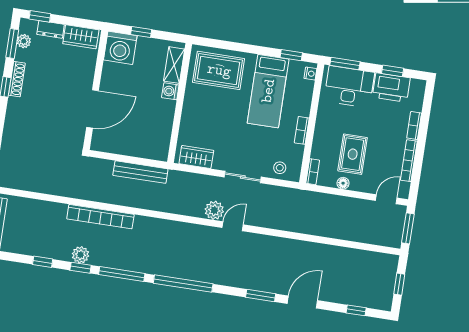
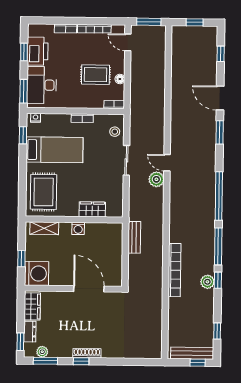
shoe rack: (17, 79) -> (87, 353), moved
washing machine: (170, 91) -> (78, 228), moved
wardrobe: (196, 157) -> (92, 209), moved, turned 90
bench: (140, 172) -> (134, 237), width x0.73
window: (43, 262) -> (217, 331), moved

